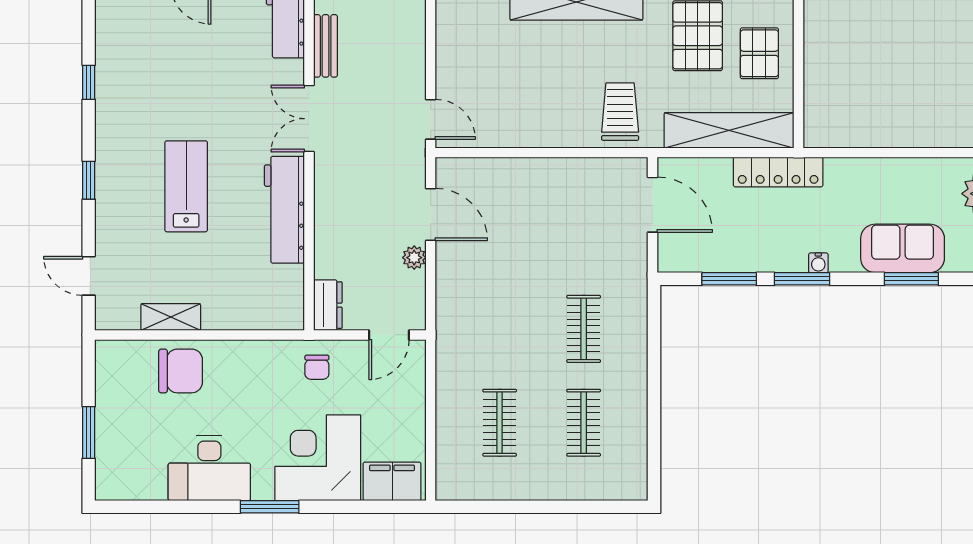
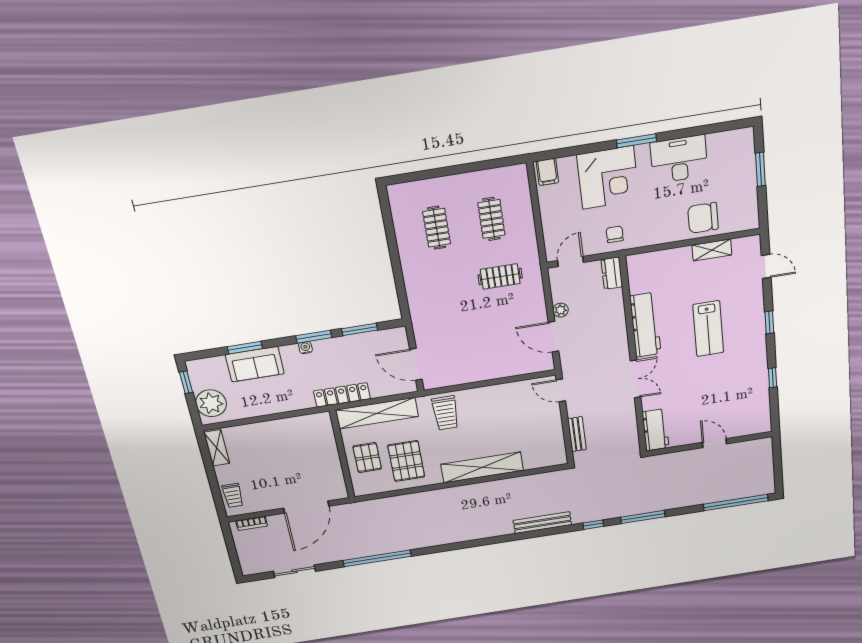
bench: (326, 46) -> (577, 434), moved
clothes rail: (584, 329) -> (500, 276), moved, turned 90
filing cabinet: (392, 481) -> (547, 172), width x0.50

